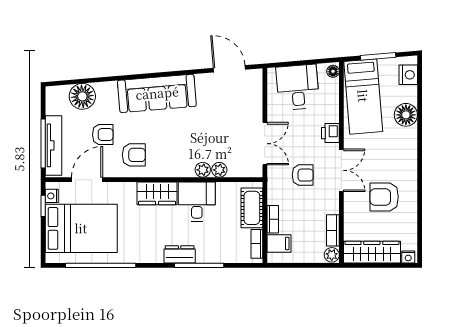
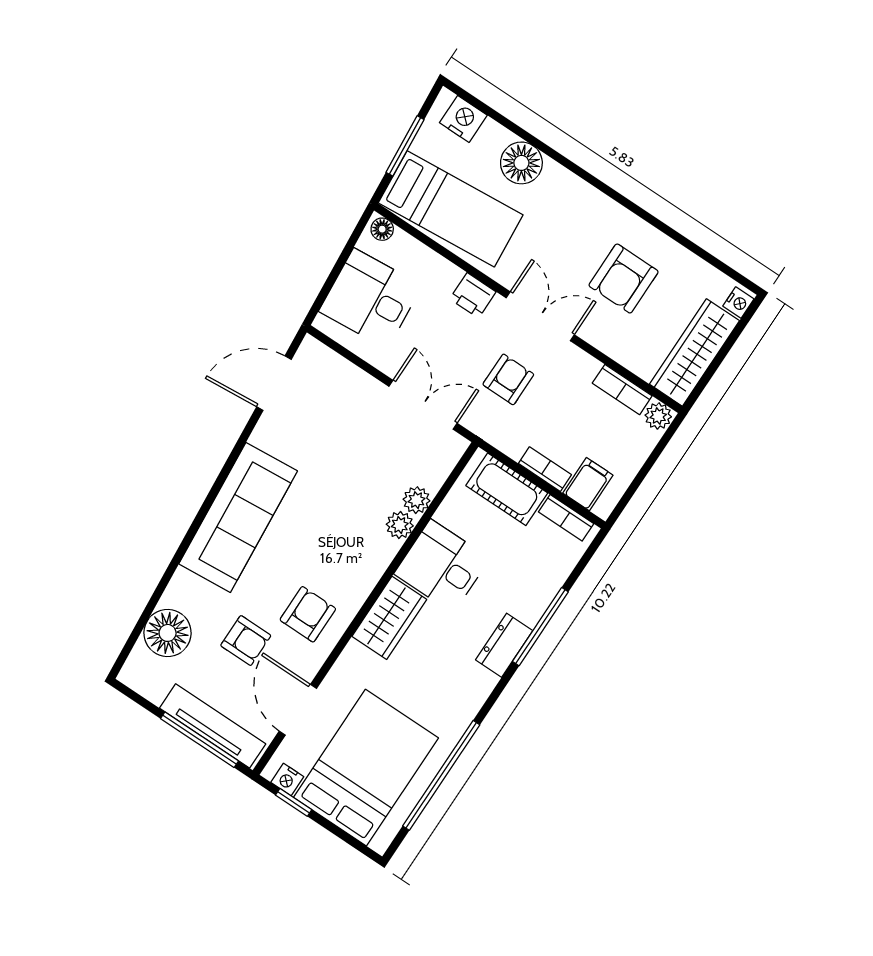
armchair: (103, 135) -> (246, 641), turned 90

